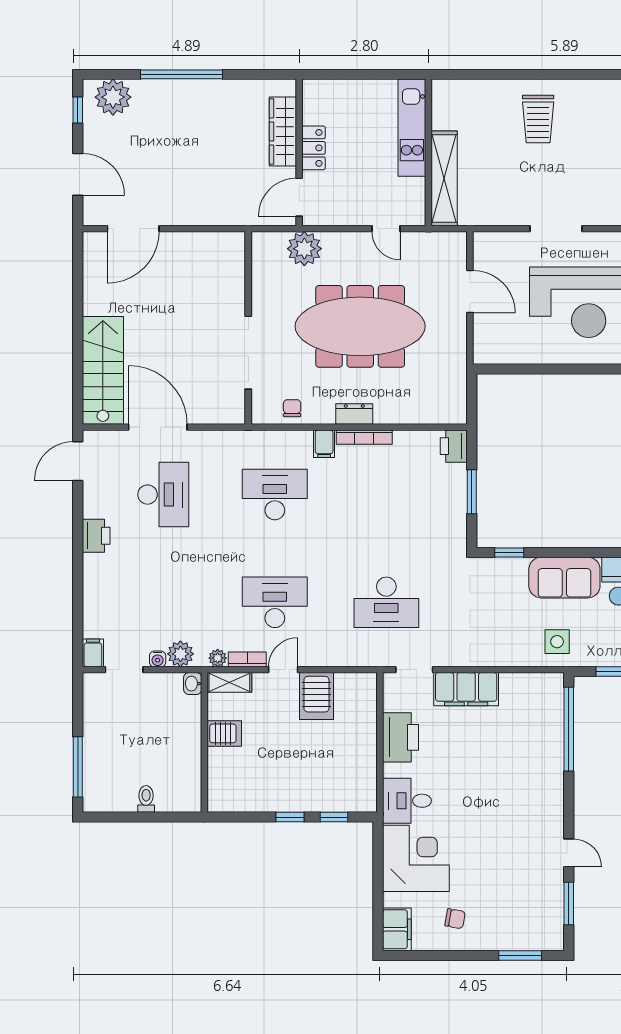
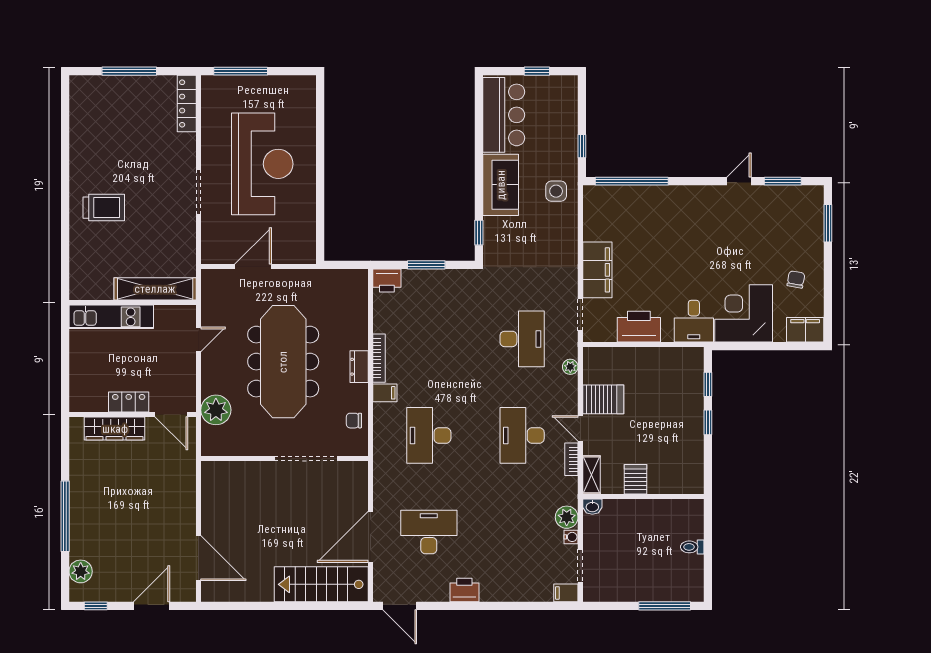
plant: (113, 97) -> (81, 571), width x0.73, depth x0.73
plant: (218, 658) -> (570, 367), moved

